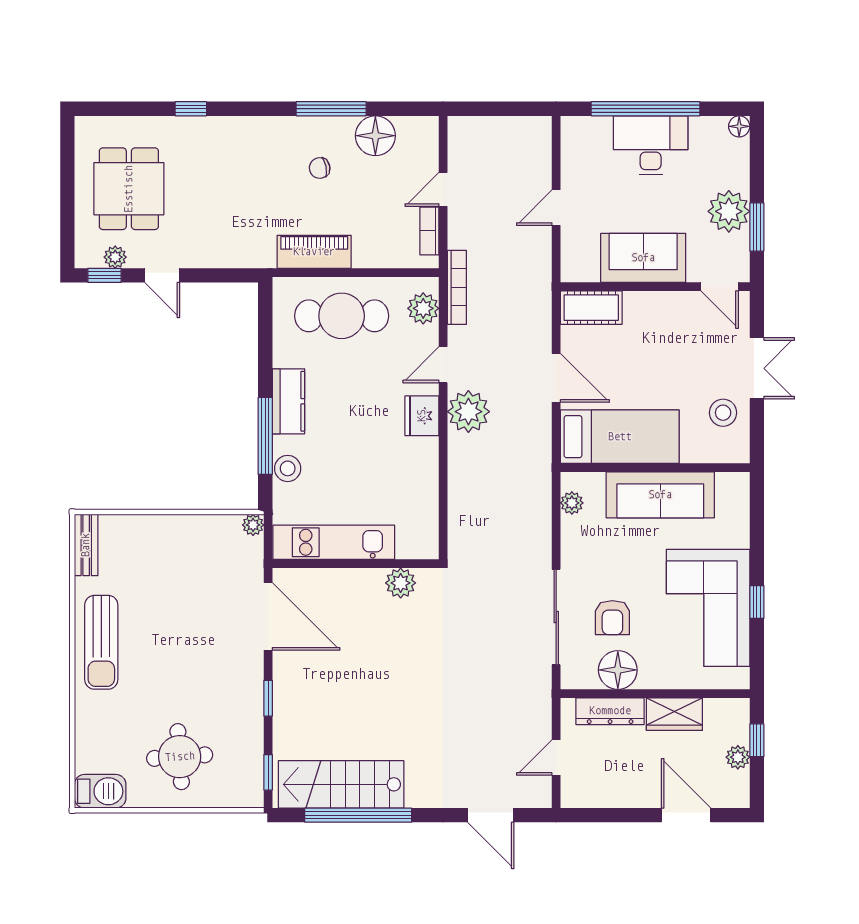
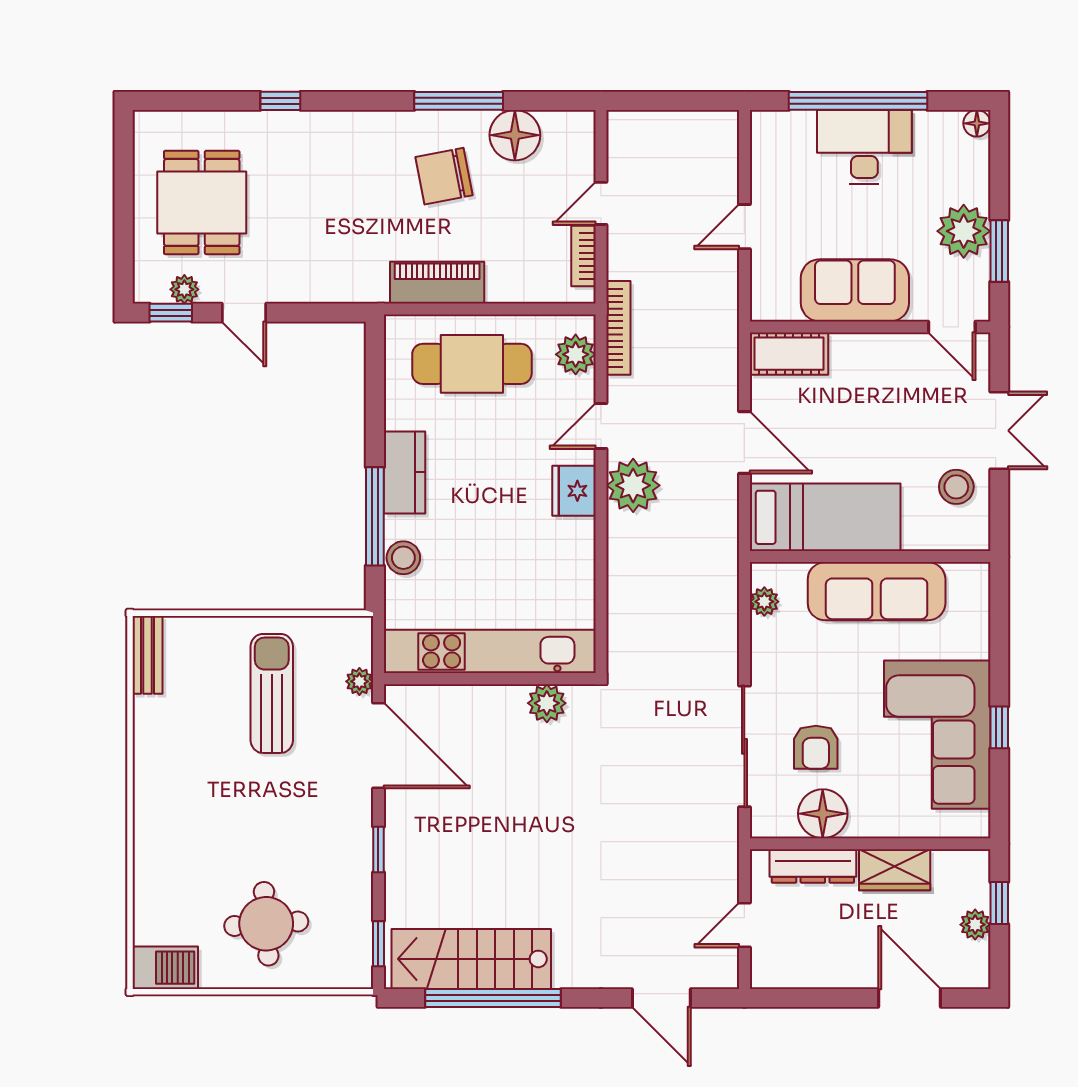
chair: (320, 168) -> (444, 176), width x1.87, depth x1.87
plant: (253, 525) -> (359, 681), moved
kitchen unit: (334, 542) -> (490, 651), width x1.36
sun lounger: (101, 642) -> (272, 693), moved, turned 180

